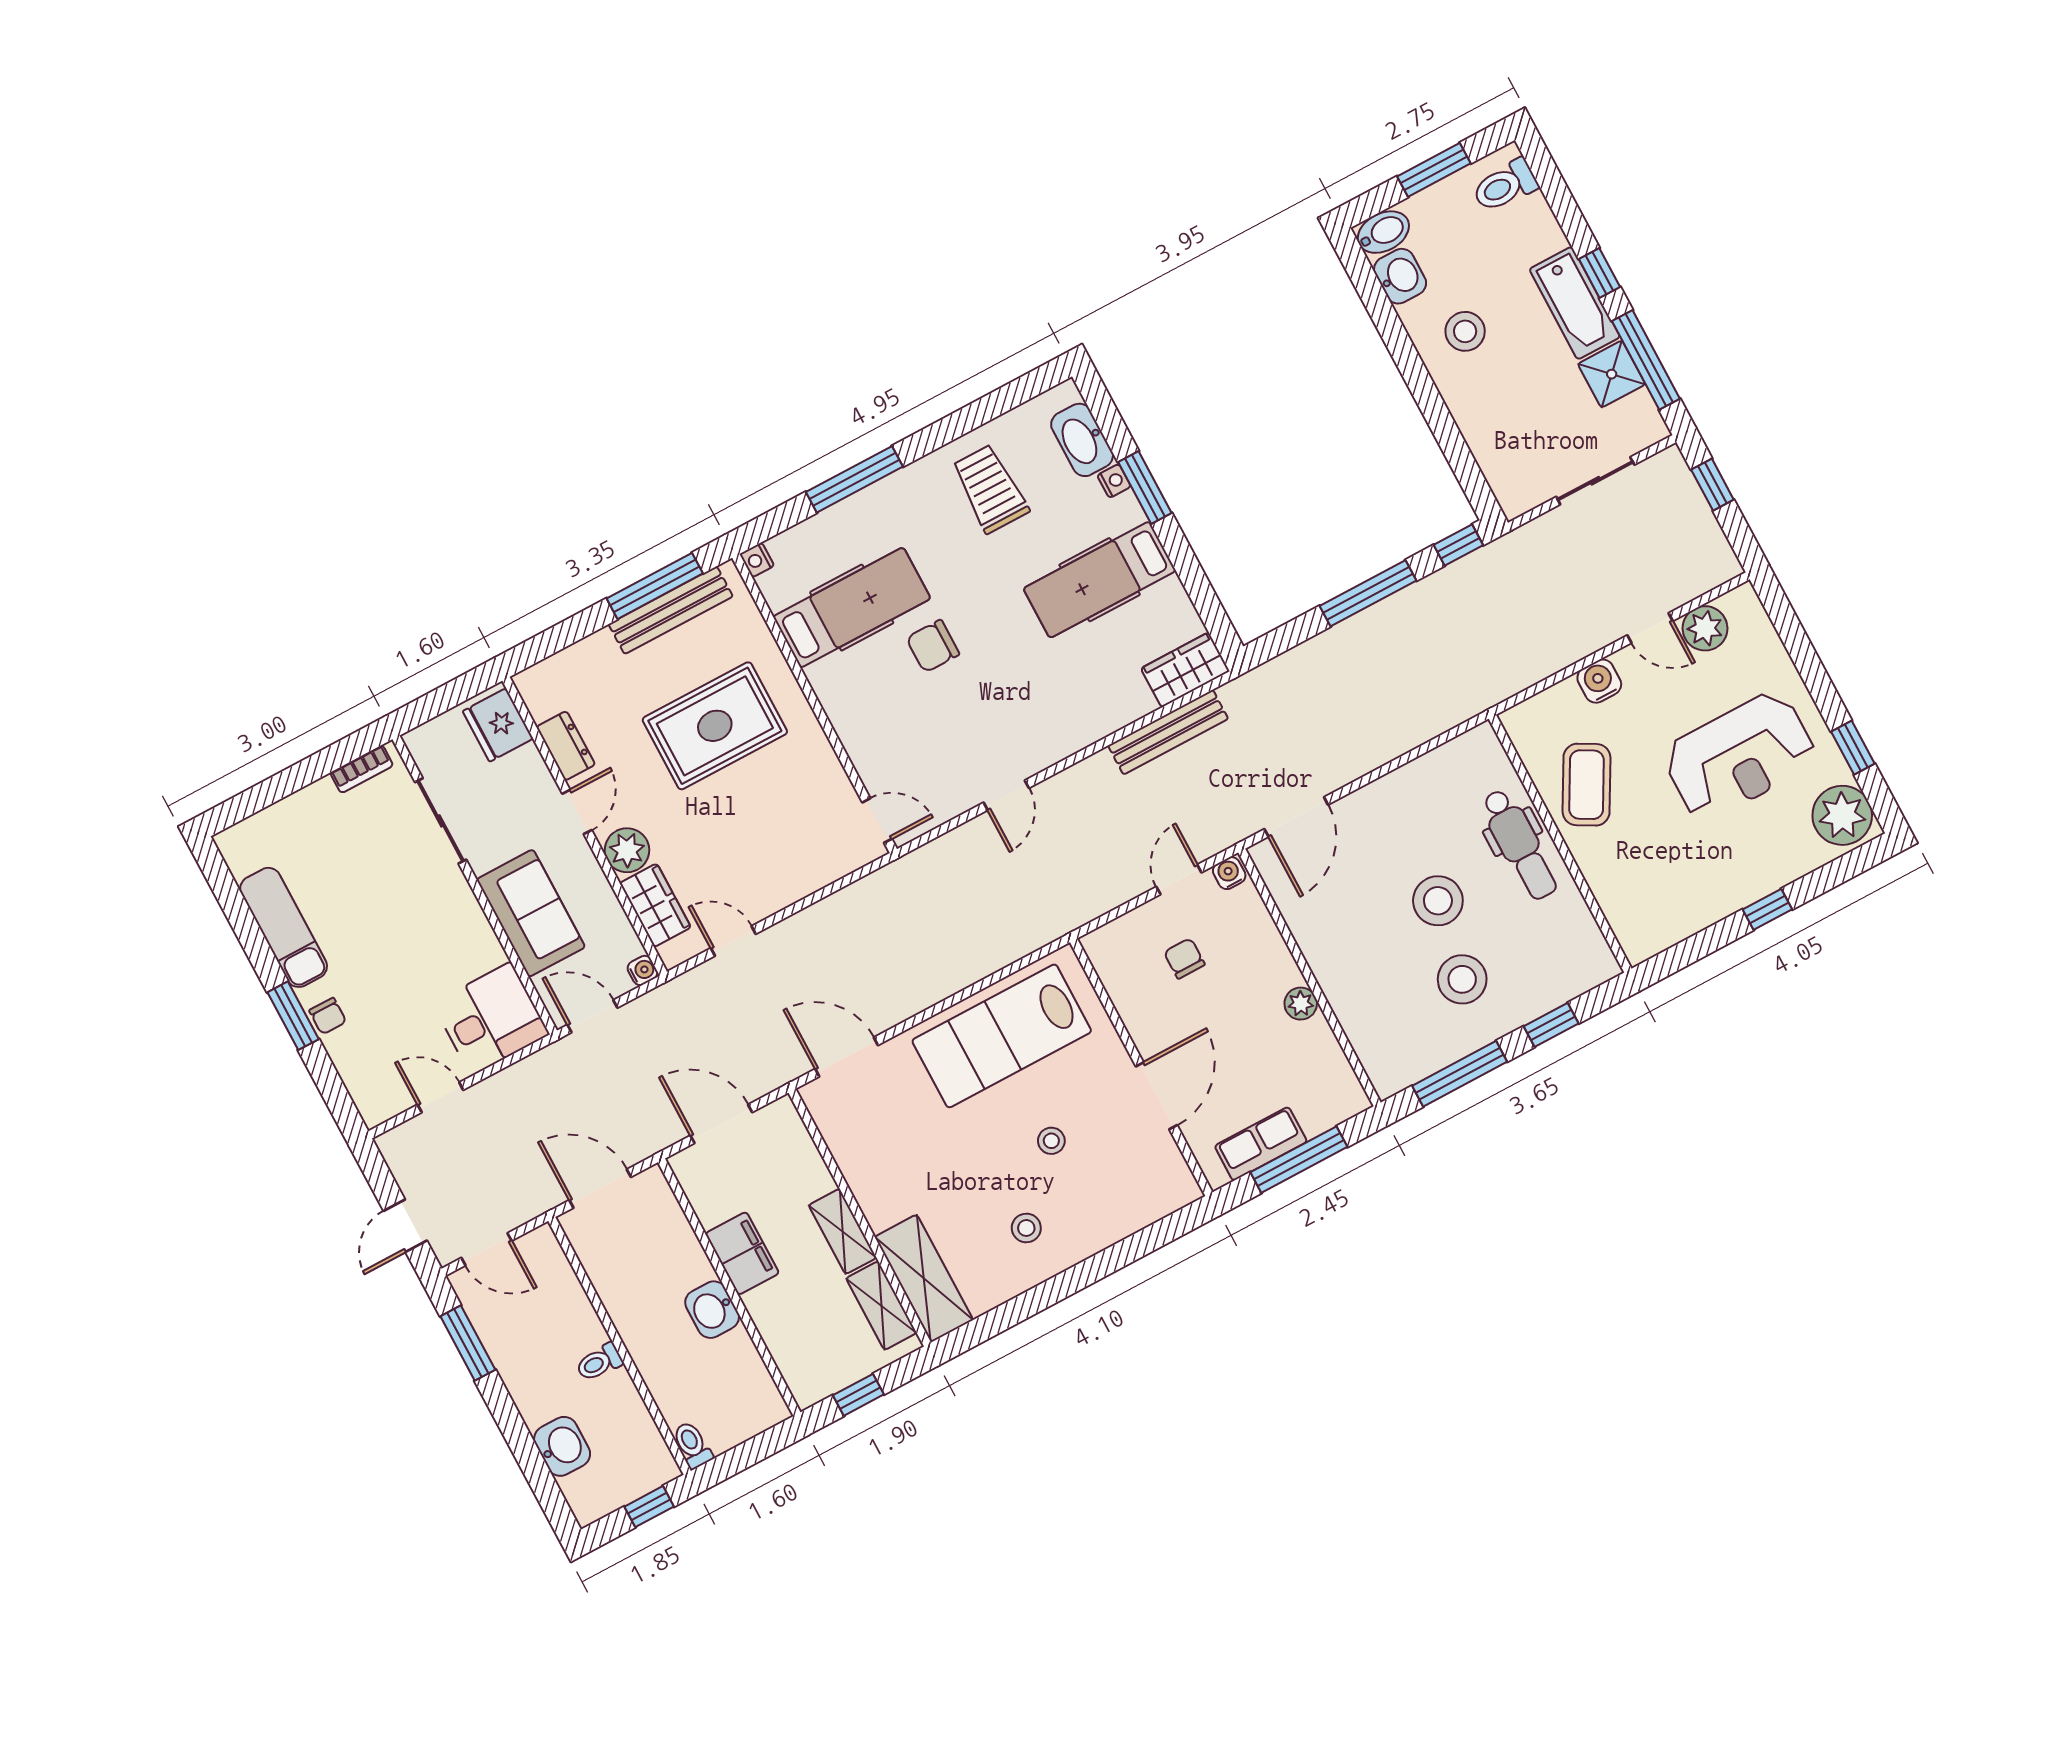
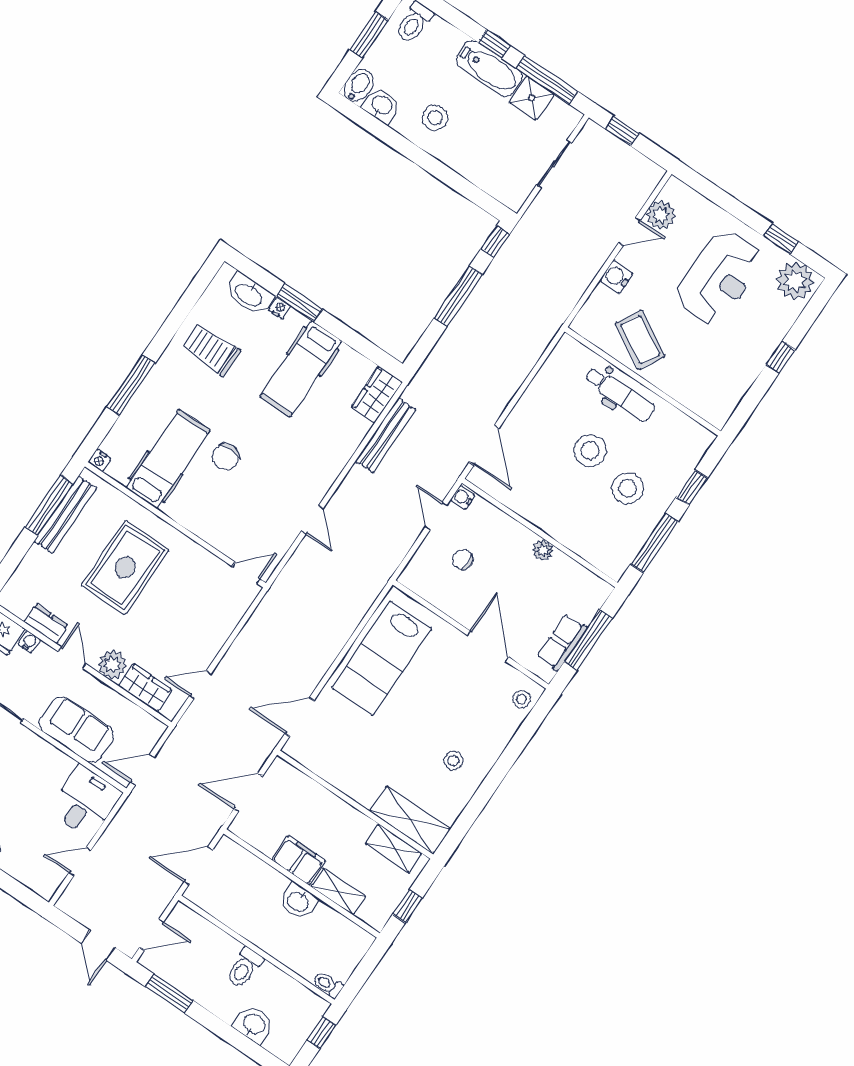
water cooler: (643, 970) -> (29, 642), moved
stool: (1051, 1141) -> (522, 699), moved
shelving: (843, 1231) -> (338, 891), moved
toilet: (599, 1362) -> (244, 968), width x1.37, depth x1.39

